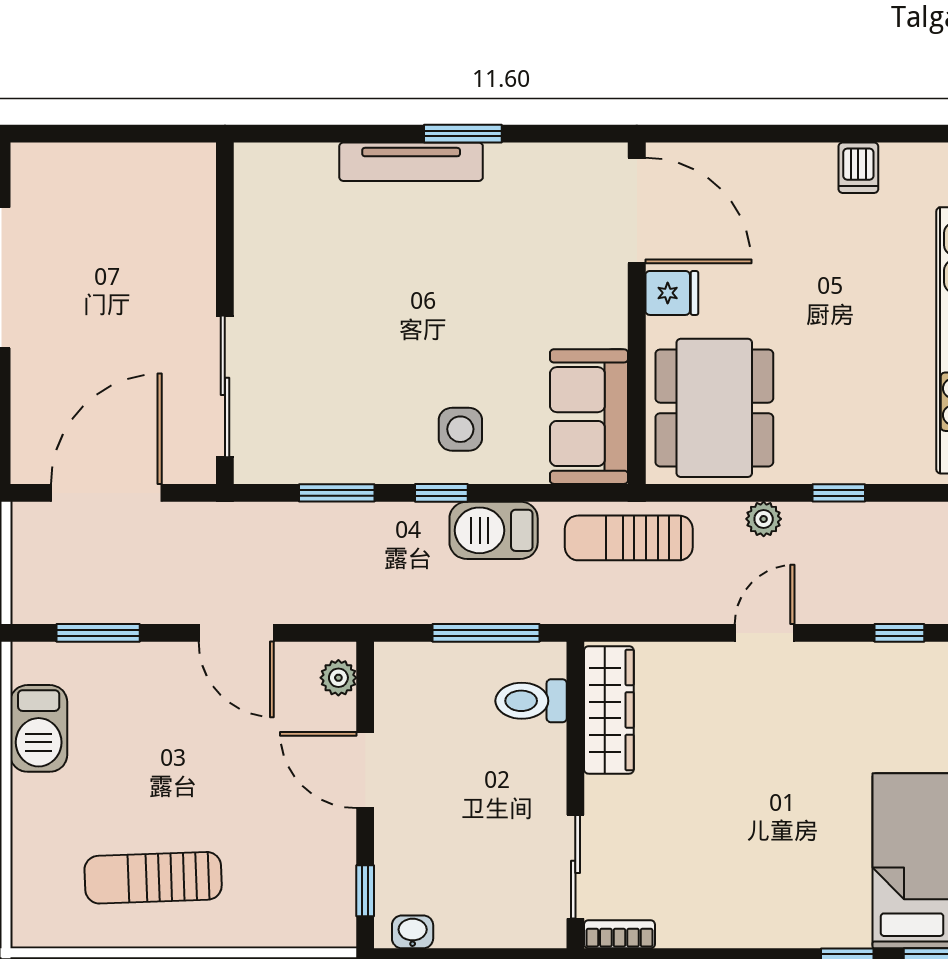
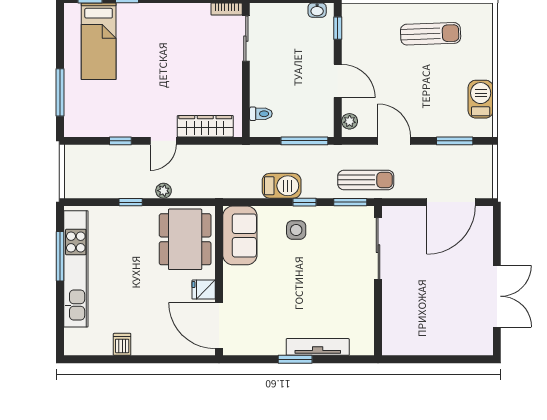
wall: (225, 313) -> (378, 281), moved
sliding door: (225, 386) -> (378, 249), moved
sun lounger: (629, 538) -> (366, 180), moved
window: (486, 633) -> (304, 141), moved
window: (899, 633) -> (120, 141), moved
toilet: (531, 701) -> (261, 114), width x0.73, depth x0.72
wardrobe: (609, 710) -> (205, 126), moved, turned 90

